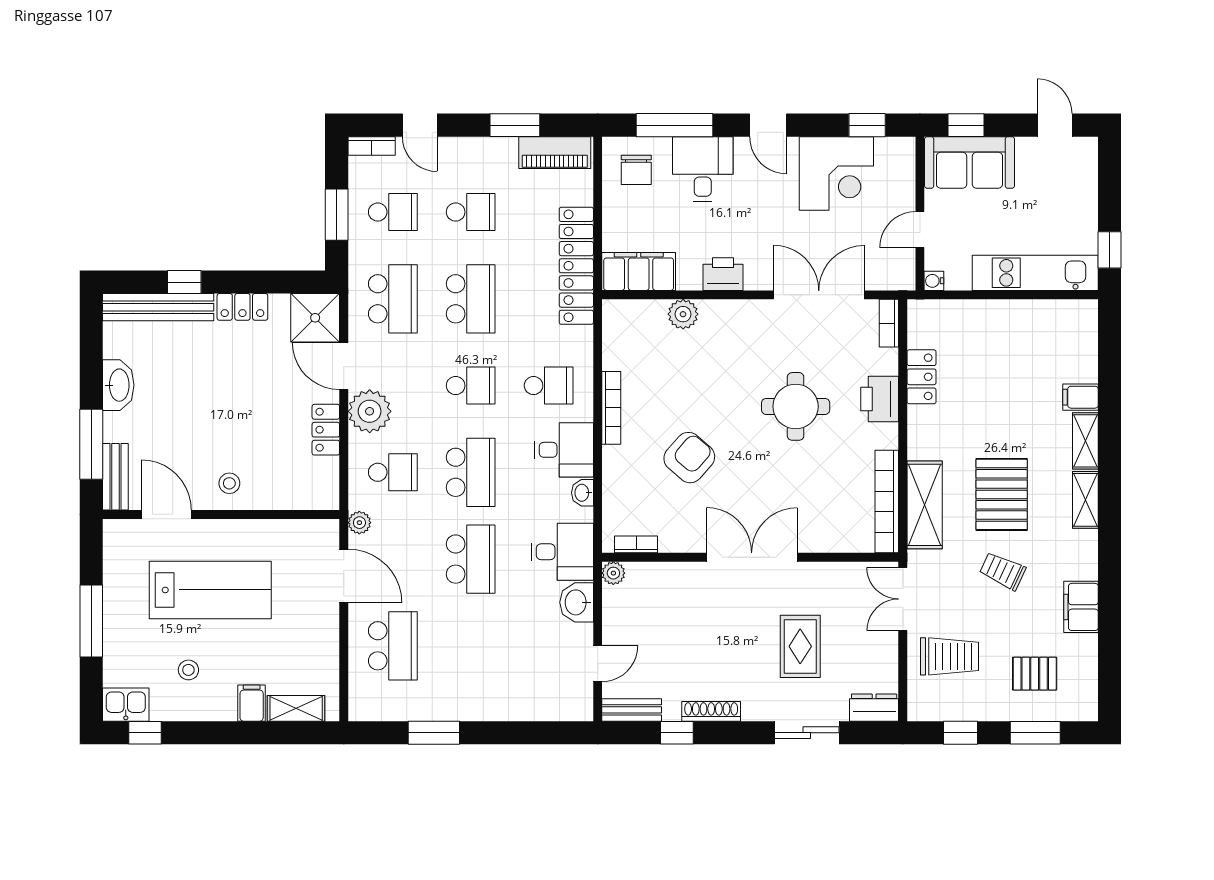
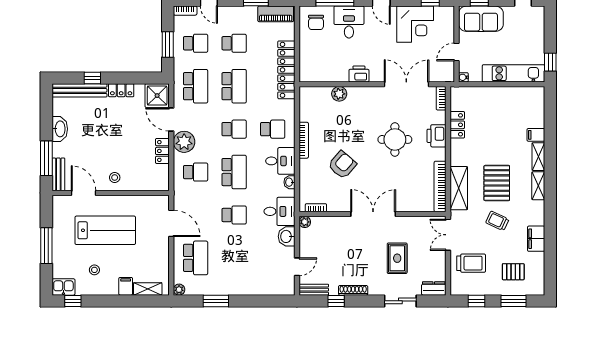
filing cabinet: (639, 271) -> (317, 73), removed
plant: (359, 523) -> (179, 290), moved
school desk: (471, 559) -> (234, 215), width x0.54

